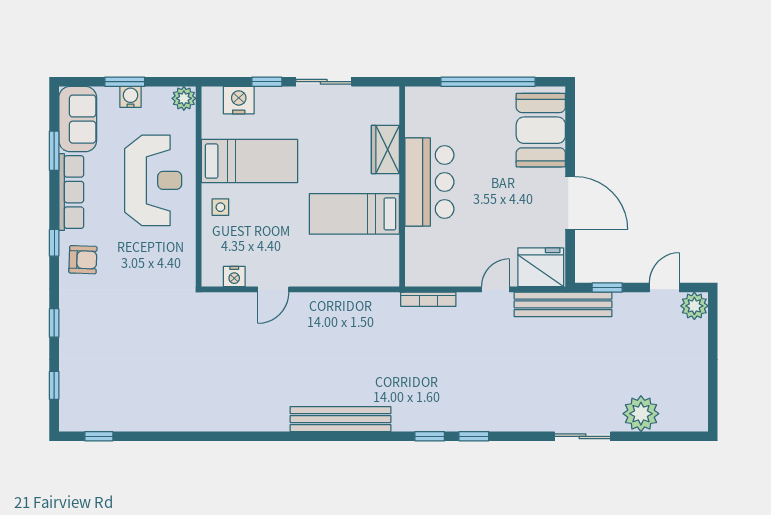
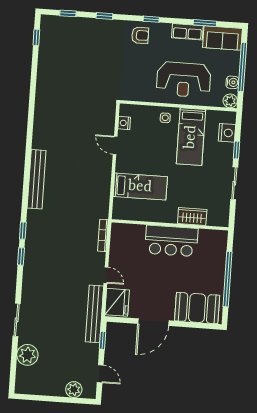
window: (125, 82) -> (242, 67), width x2.11
water cooler: (131, 97) -> (232, 82), moved
row of seats: (71, 192) -> (187, 32), width x0.68
bed: (354, 214) -> (140, 187), moved, turned 90
armchair: (83, 260) -> (140, 35), turned -92
plant: (694, 306) -> (74, 390), moved

